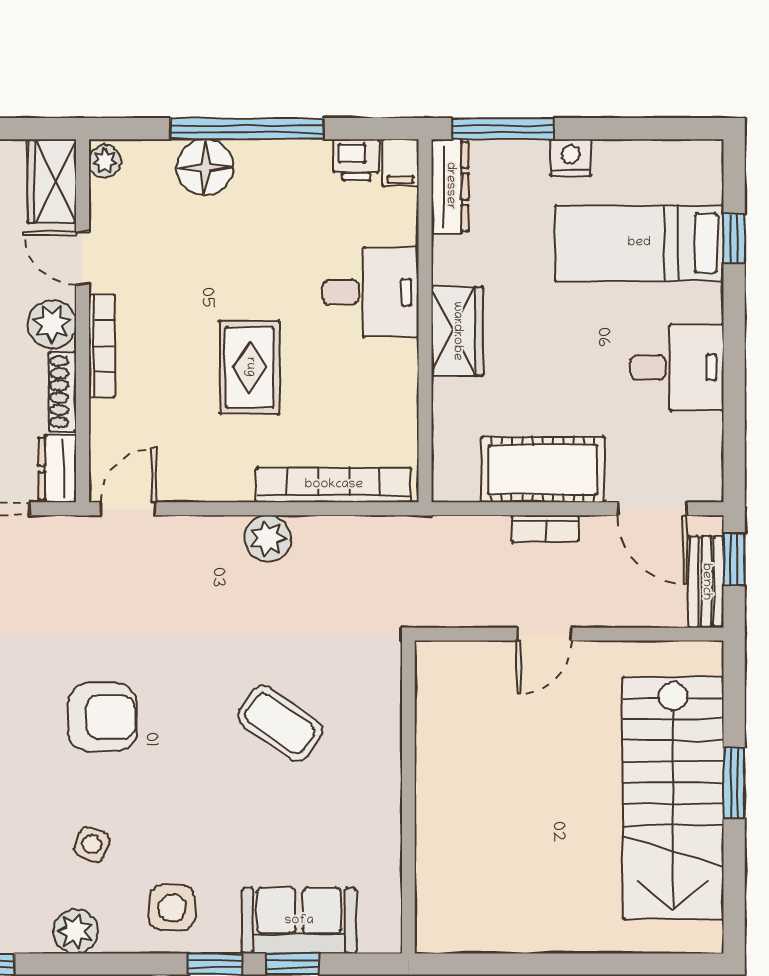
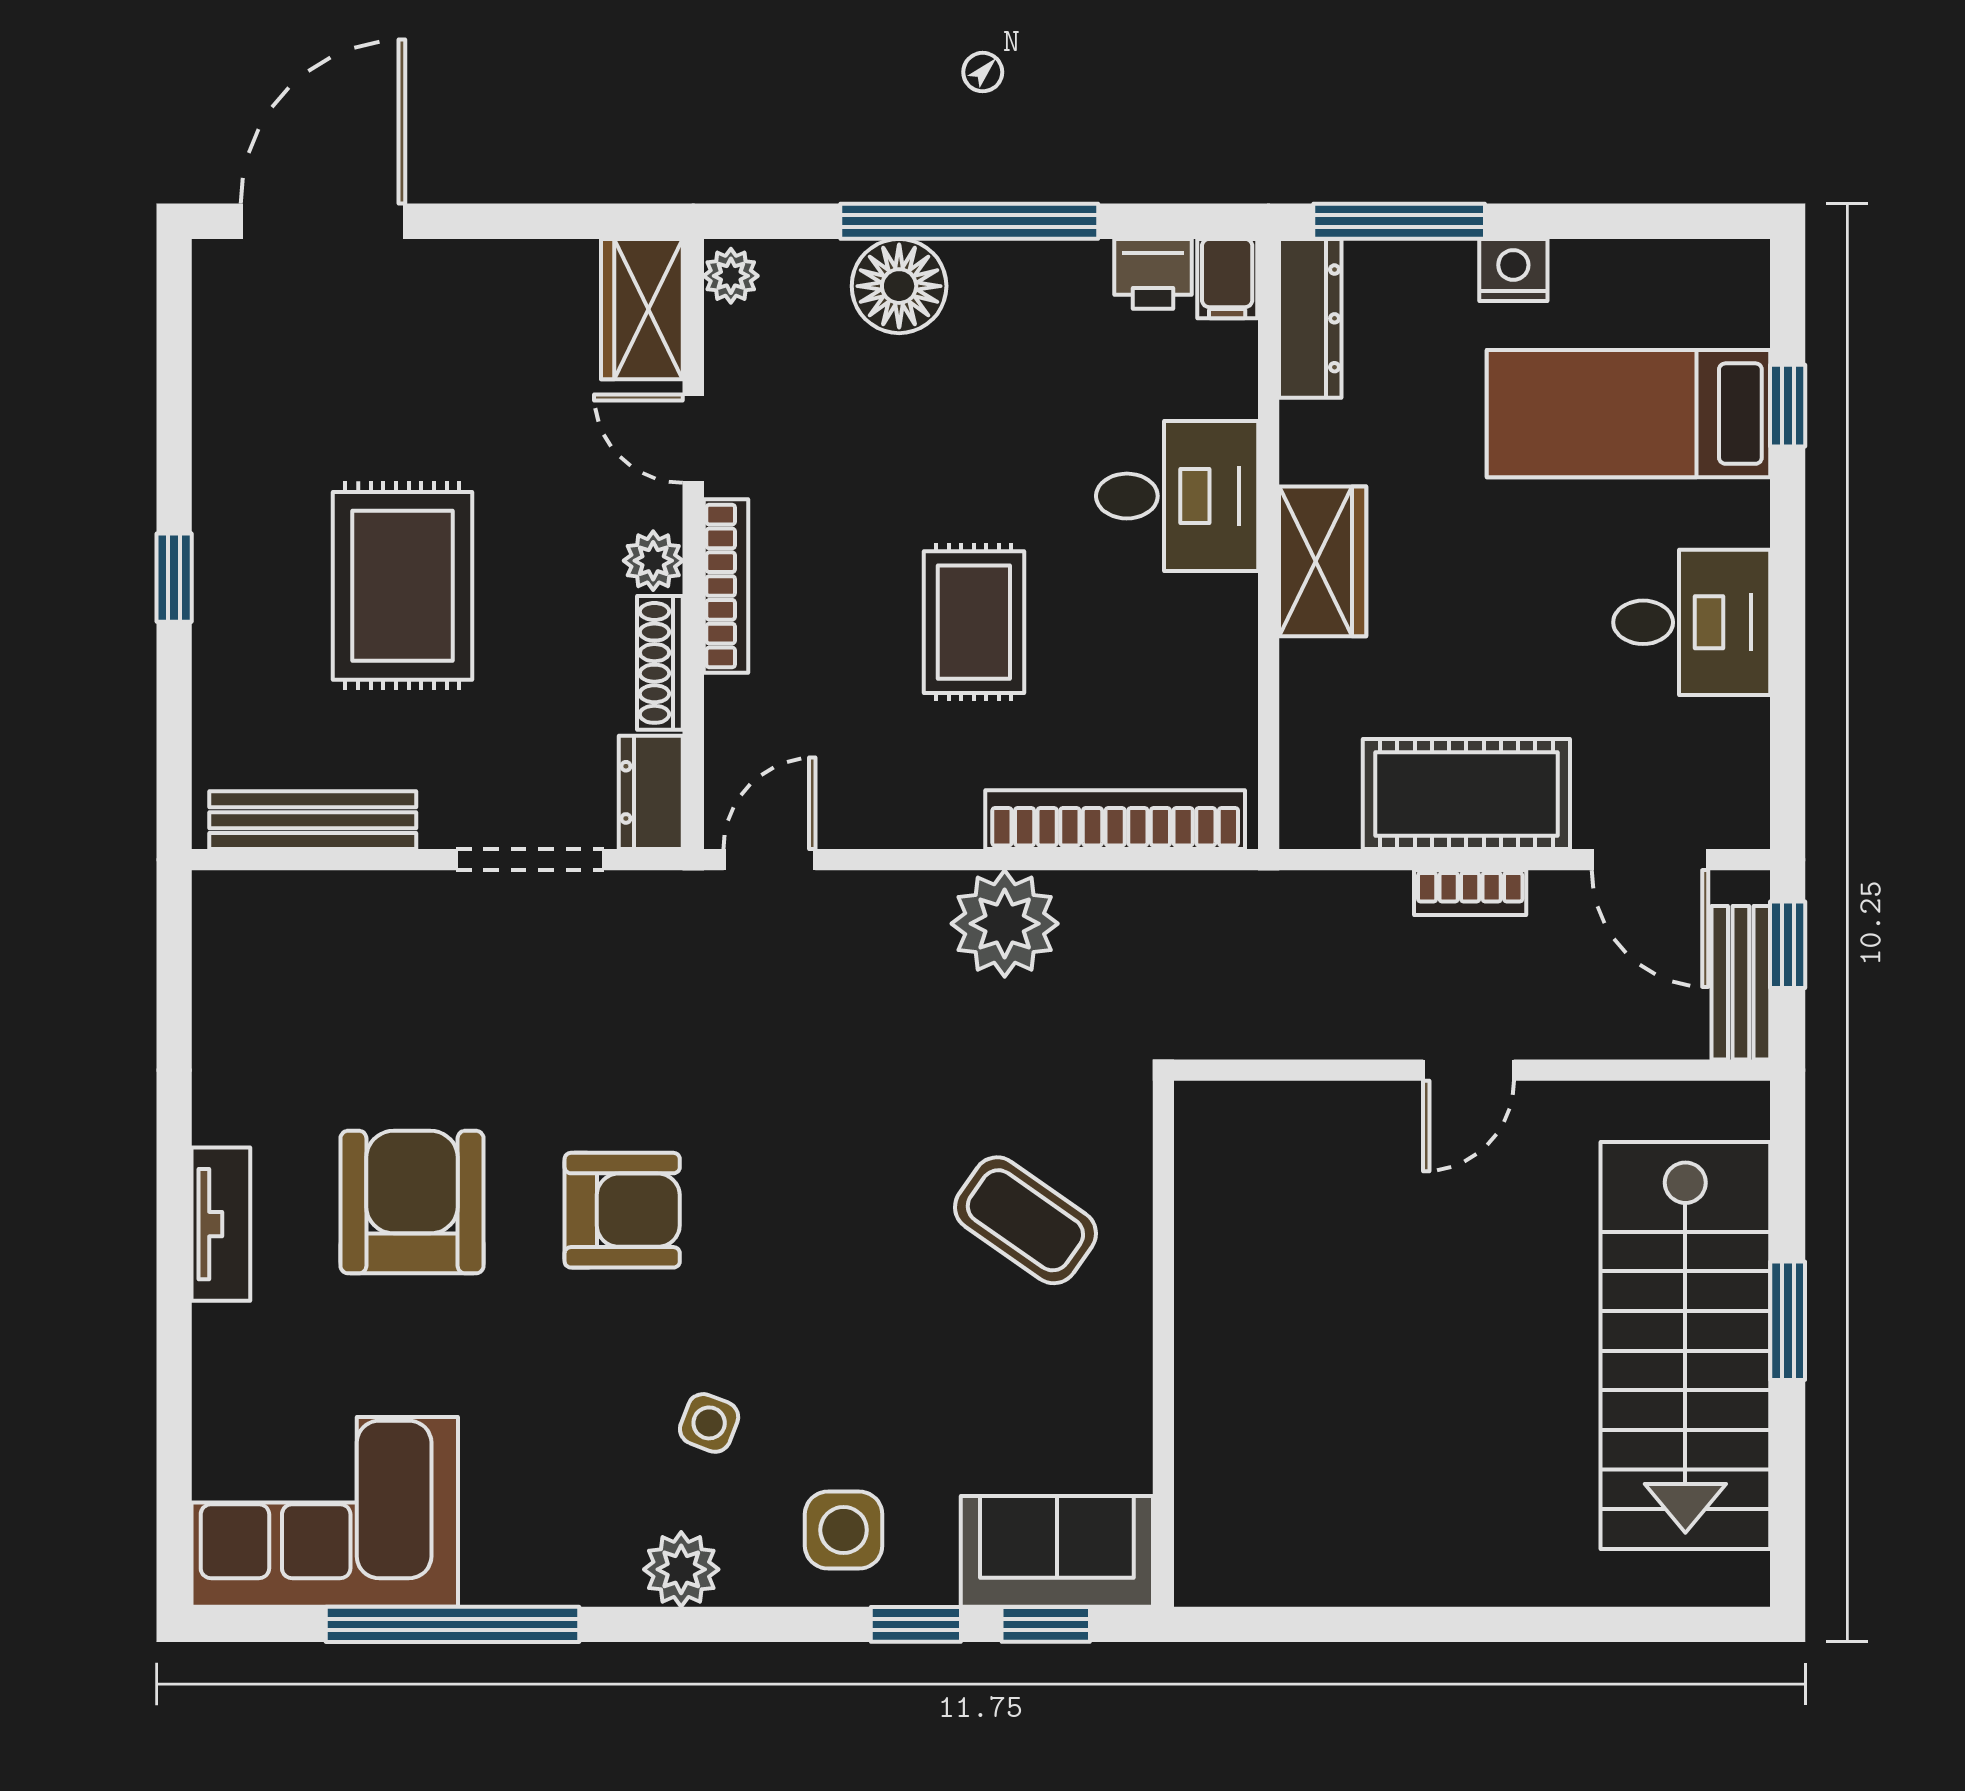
plant: (52, 324) -> (653, 561), width x0.73, depth x0.73
plant: (268, 538) -> (1005, 924), width x1.36, depth x1.36
armchair: (102, 717) -> (622, 1210), moved
wall: (408, 797) -> (1163, 1344), moved

